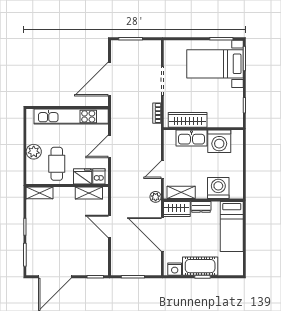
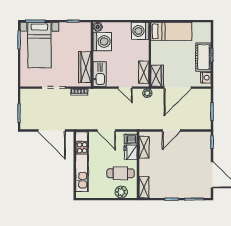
boiler: (237, 136) -> (98, 27), added
kitchen sink: (191, 138) -> (100, 74), moved
plant: (34, 152) -> (121, 192), moved
washing machine: (218, 188) -> (140, 31), moved
dresser: (201, 207) -> (155, 56), removed

